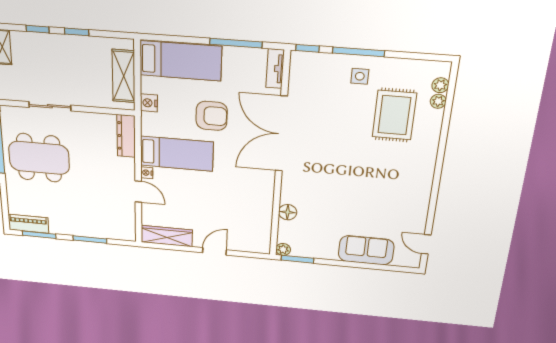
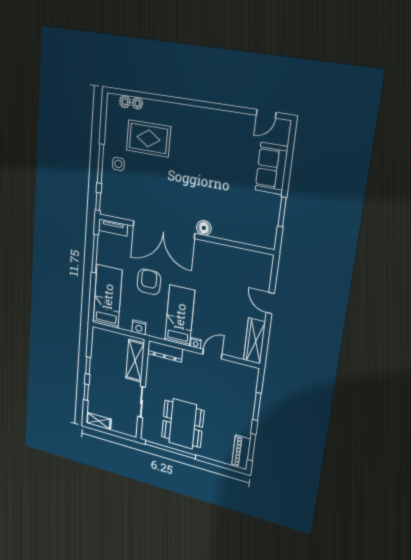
shelving: (124, 76) -> (135, 361), moved, turned 90
floor lamp: (288, 212) -> (204, 228), moved
plant: (283, 249) -> (269, 242), removed
window: (297, 259) -> (282, 212), moved

